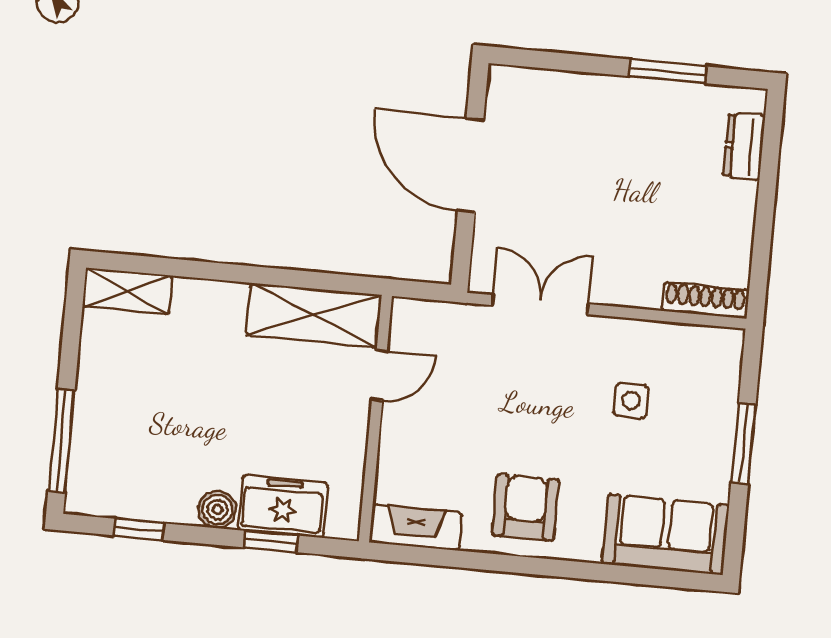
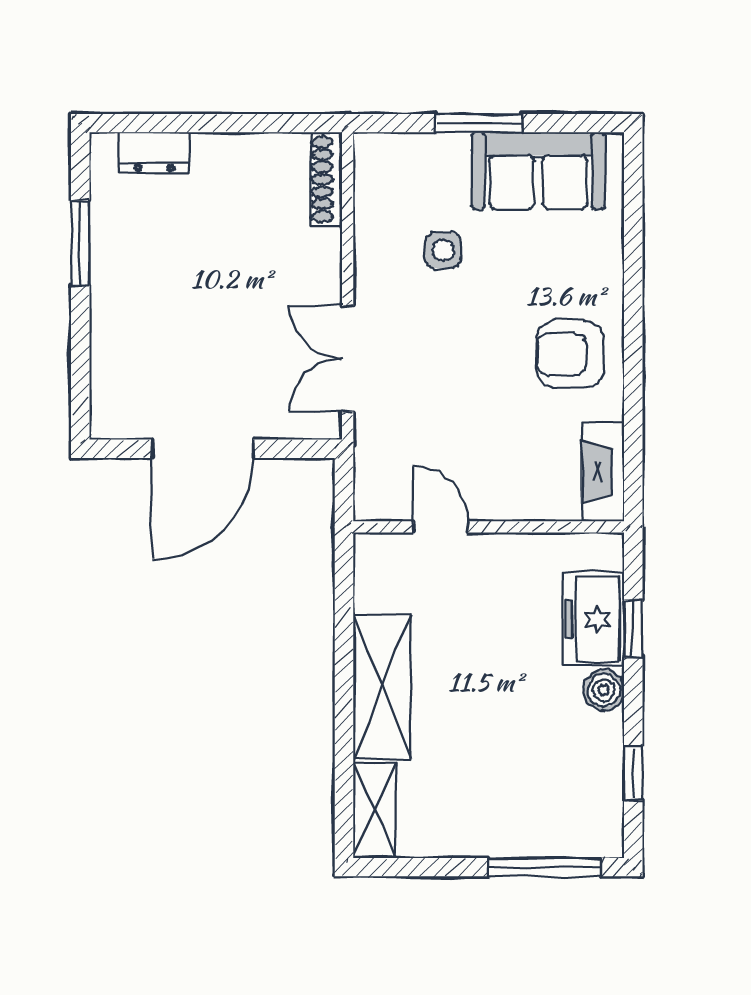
shelving: (314, 315) -> (382, 687), moved
sofa: (666, 534) -> (538, 171), moved, turned -90

